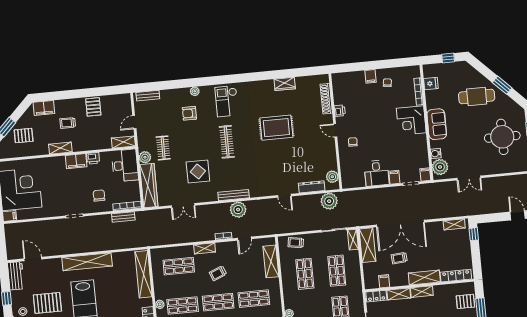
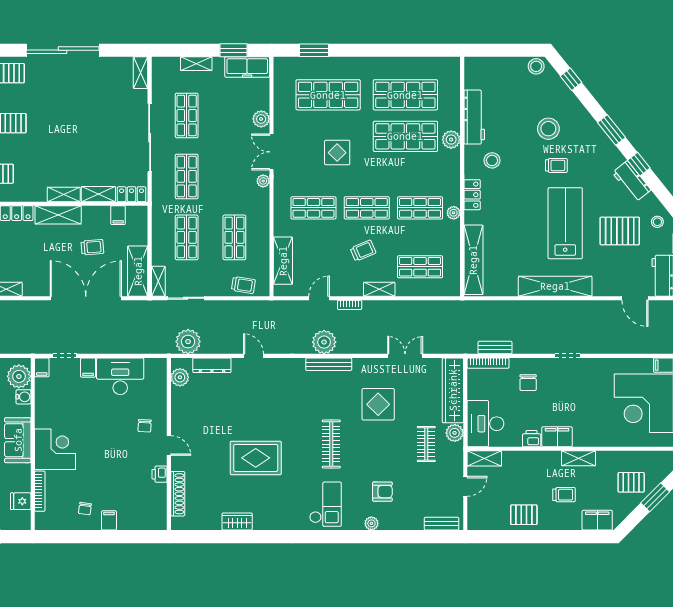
pallet: (93, 107) -> (524, 515), turned 90
desk: (377, 173) -> (120, 376), width x1.37

